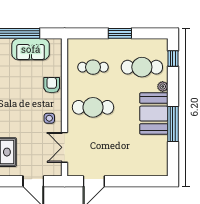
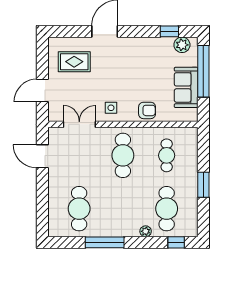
booth: (154, 114) -> (116, 222), removed
cafe table: (142, 148) -> (79, 209), added

